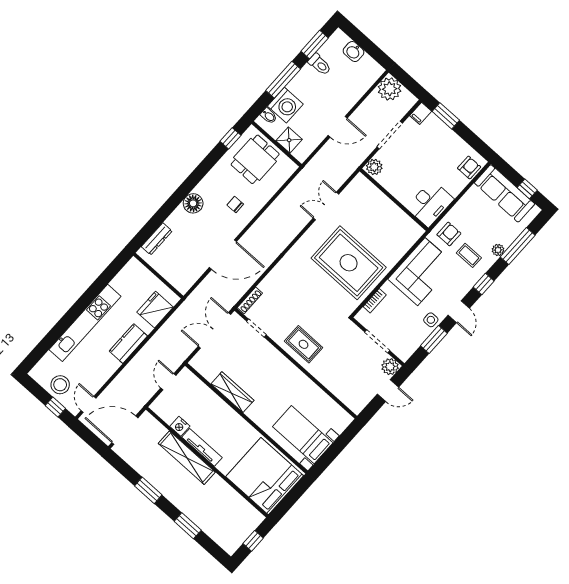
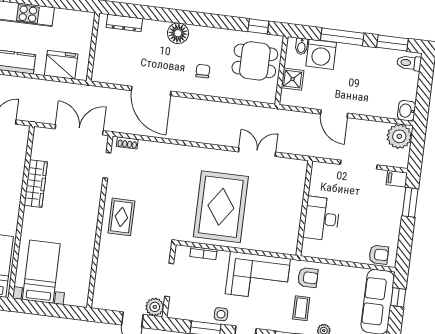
washbasin: (354, 52) -> (407, 111), moved
toilet: (320, 64) -> (409, 63), moved, turned 90
plant: (374, 167) -> (321, 171), removed
window: (527, 189) -> (398, 297), moved
desk: (430, 203) -> (322, 219), moved, turned 90
shoe rack: (250, 300) -> (127, 143), width x0.70

